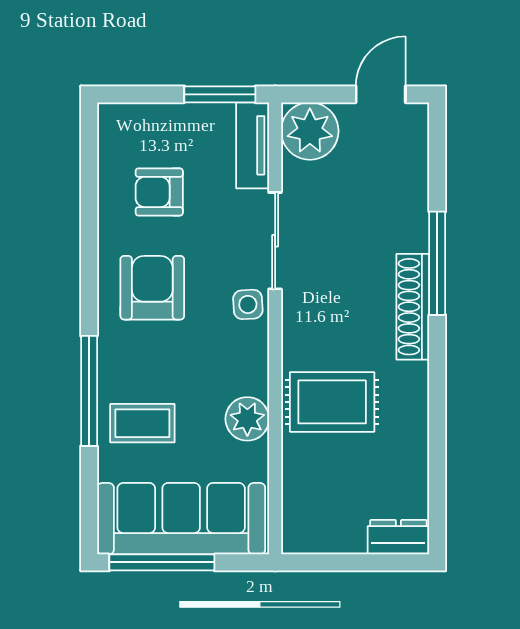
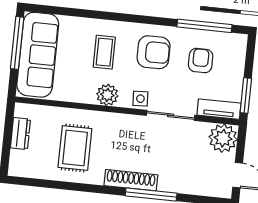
window: (89, 391) -> (204, 26), moved
rug: (332, 402) -> (75, 148), moved
plant: (247, 419) -> (107, 95), moved
coffee table: (142, 423) -> (104, 52), moved
dresser: (398, 537) -> (20, 134), moved

